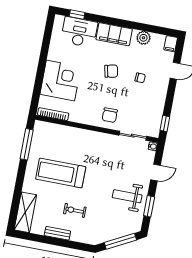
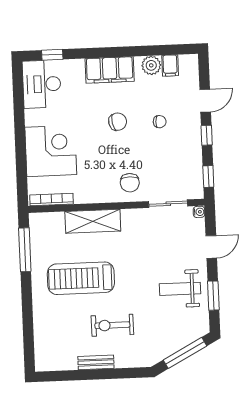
desk: (79, 32) -> (42, 84), moved, turned -90
filing cabinet: (171, 44) -> (170, 66), moved
window: (170, 95) -> (207, 135), added
exercise bike: (75, 210) -> (112, 325), width x1.38, depth x1.39
shelving: (25, 212) -> (93, 221), moved, turned 90

